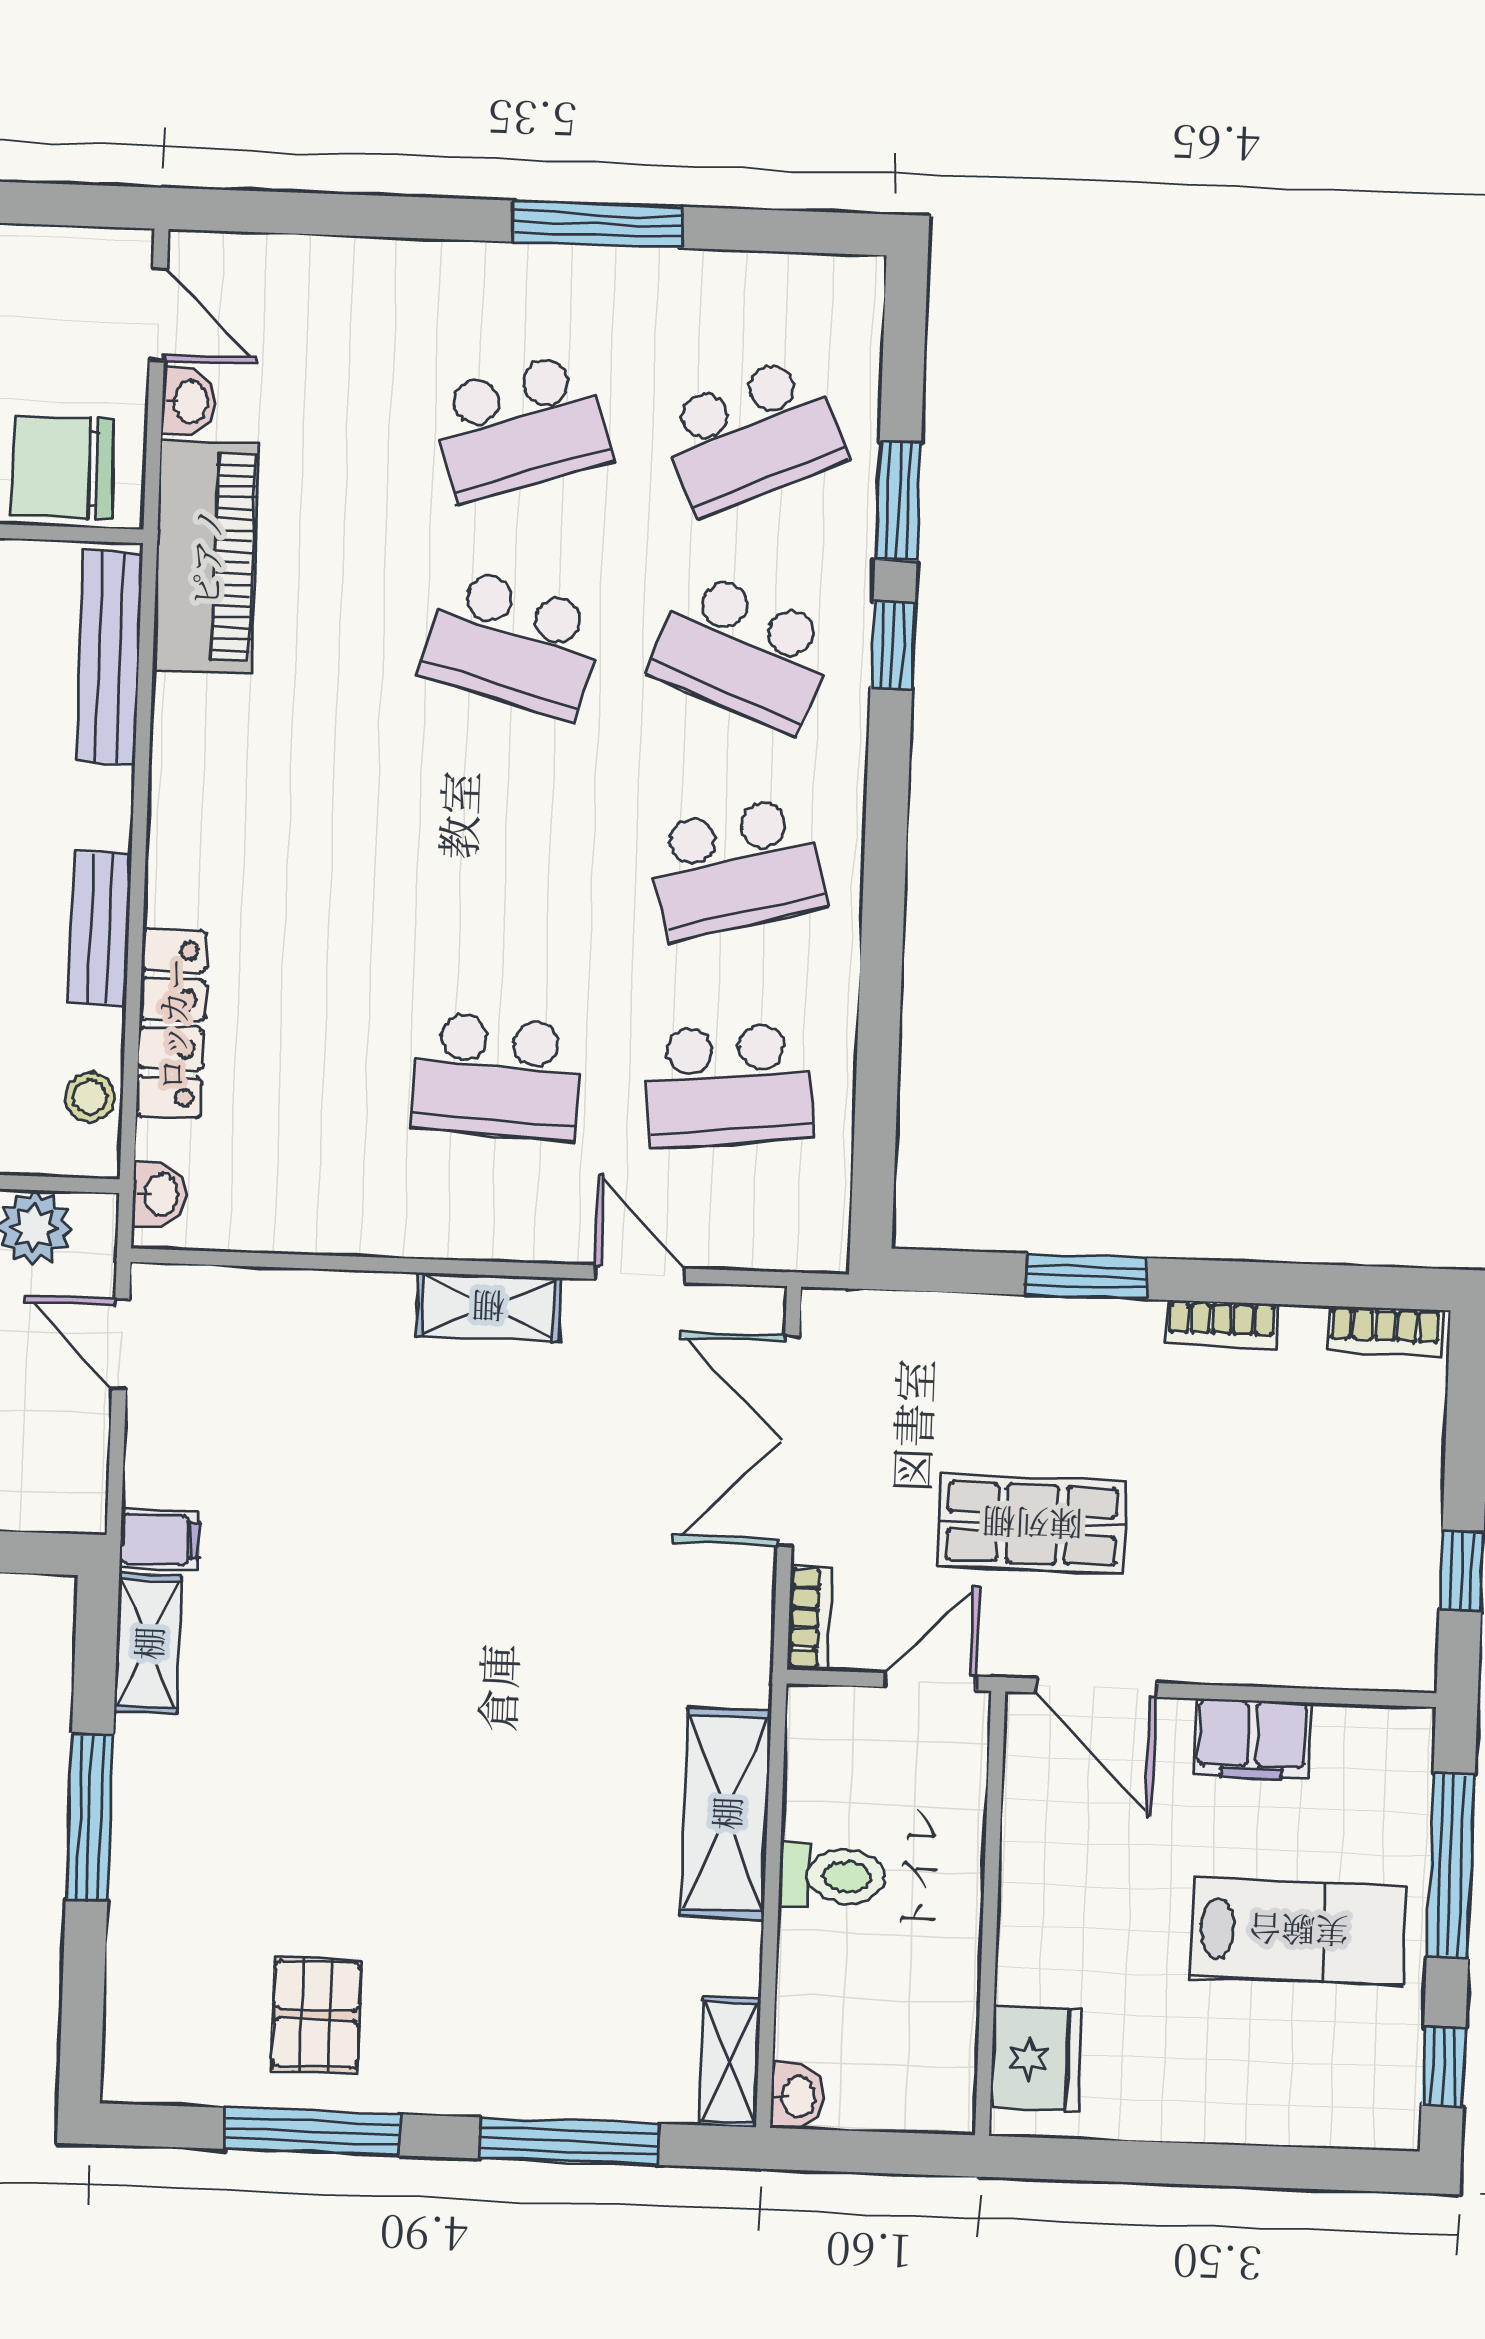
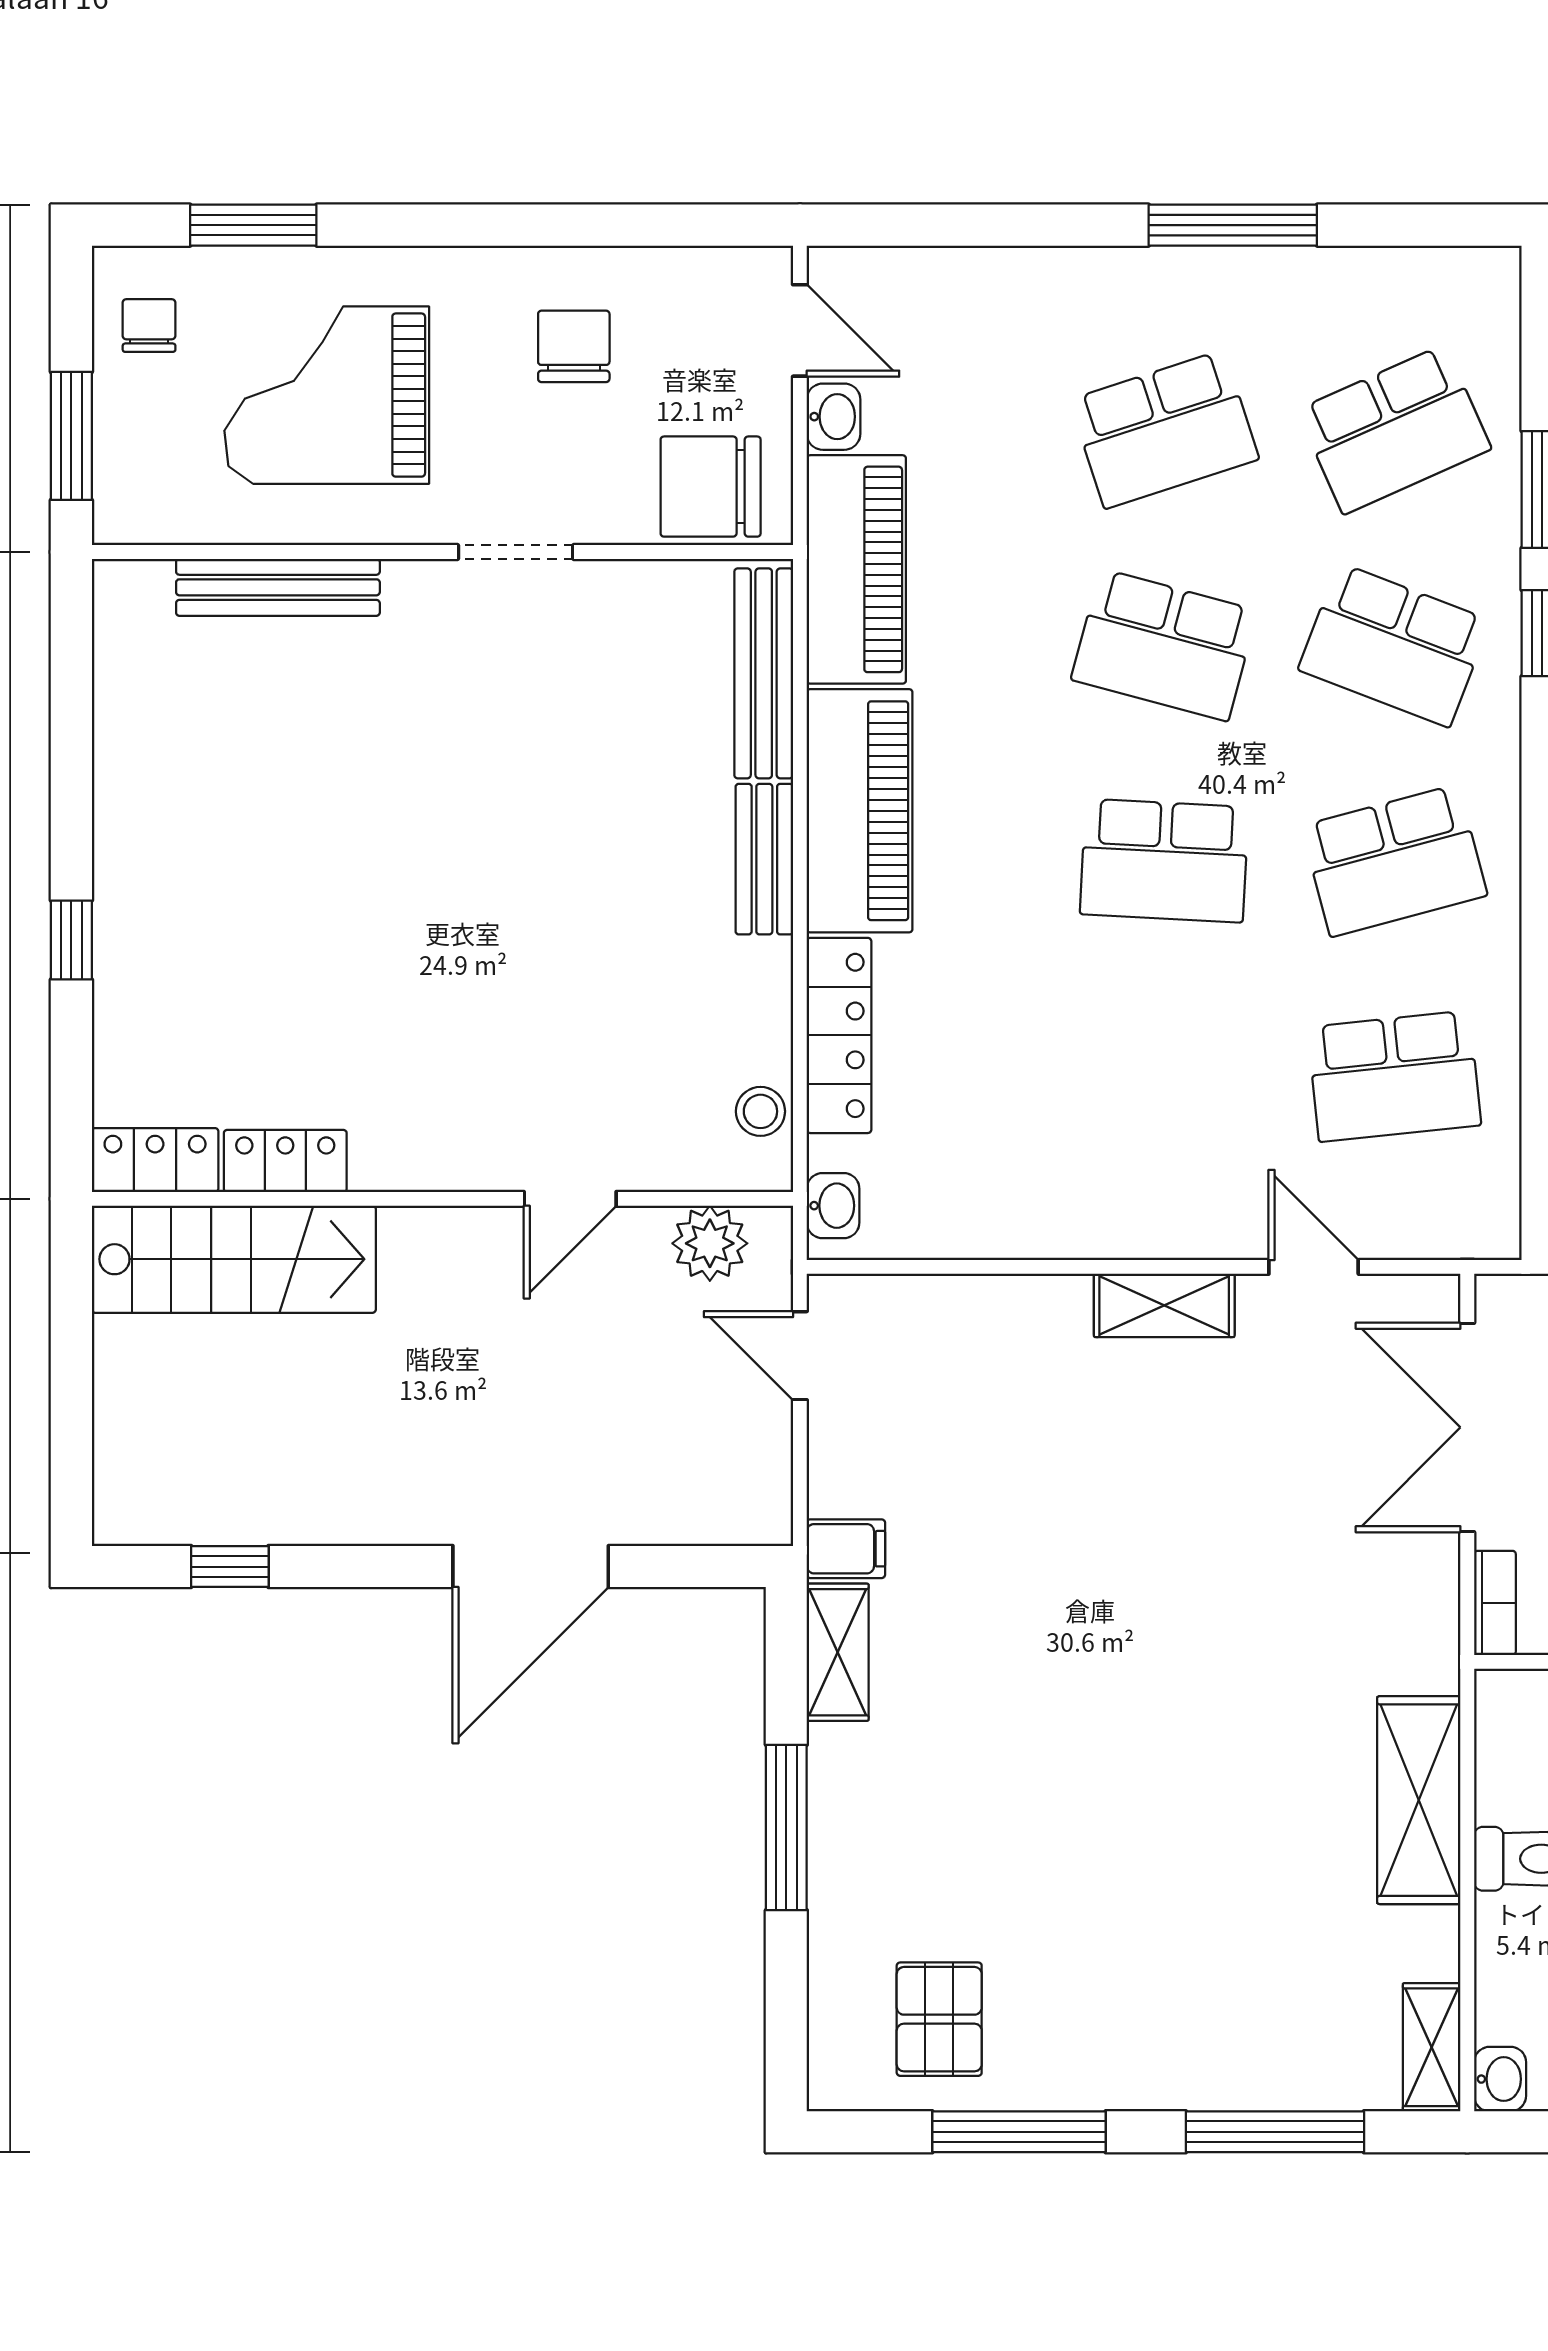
piano: (201, 799) -> (860, 811), added
bench: (100, 929) -> (764, 859), moved
school desk: (497, 1077) -> (1164, 861), moved
pallet: (316, 2014) -> (939, 2019), moved

